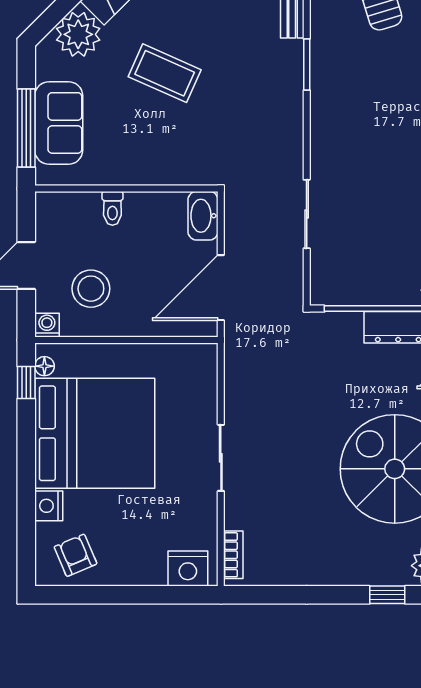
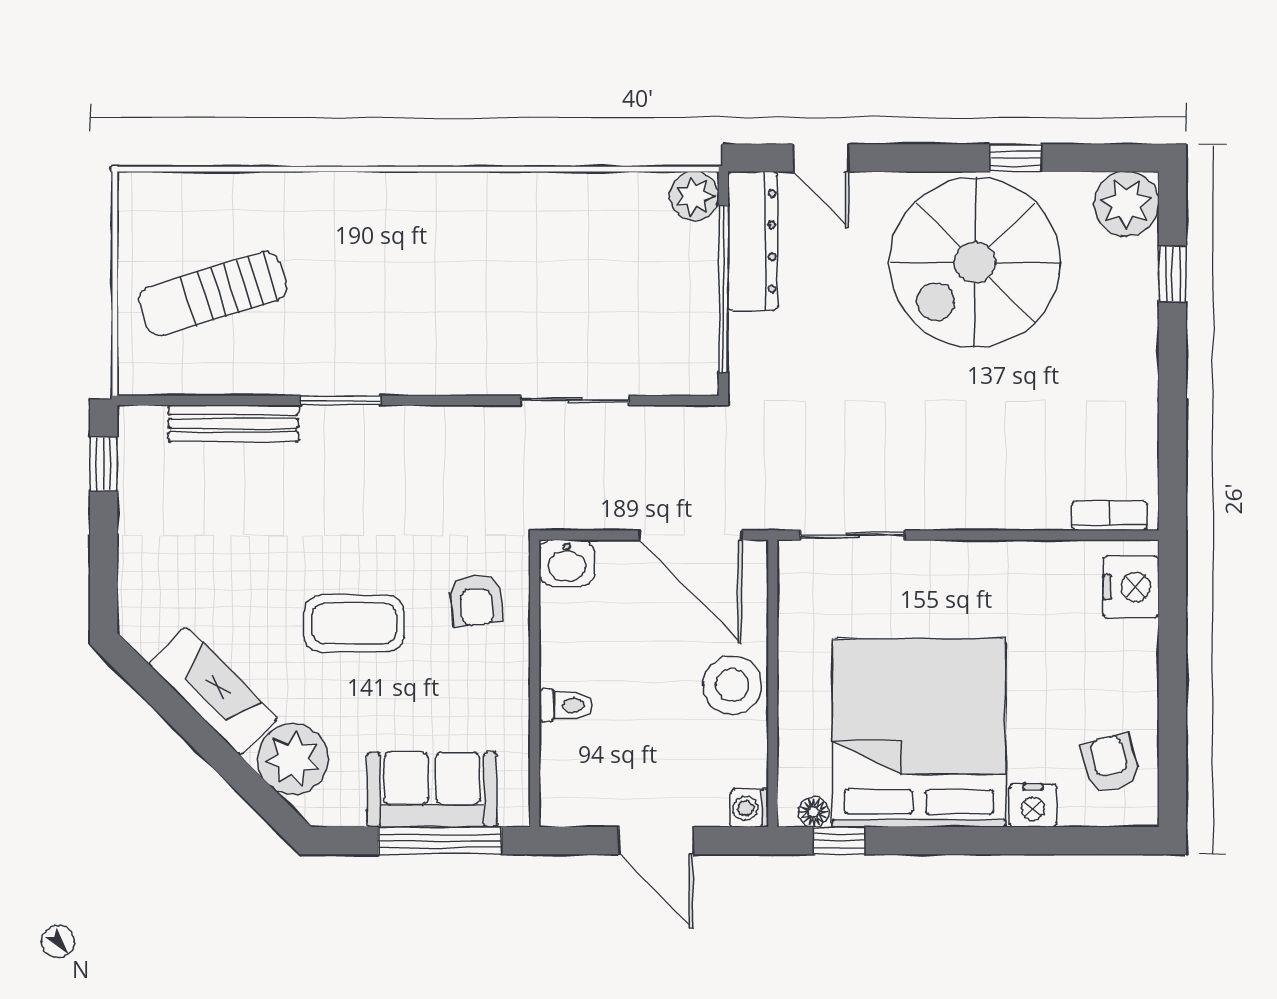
coffee table: (165, 73) -> (354, 623), turned 66
armchair: (179, 151) -> (476, 600), added
washbasin: (203, 216) -> (567, 563), width x0.72
stool: (91, 289) -> (732, 685), moved
sliding door: (221, 458) -> (853, 535), moved
armchair: (76, 555) -> (1110, 763), turned 98

